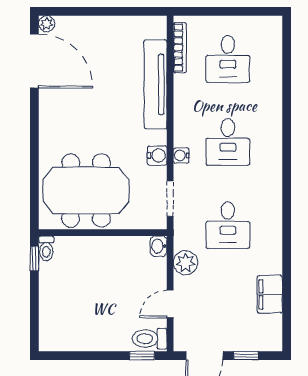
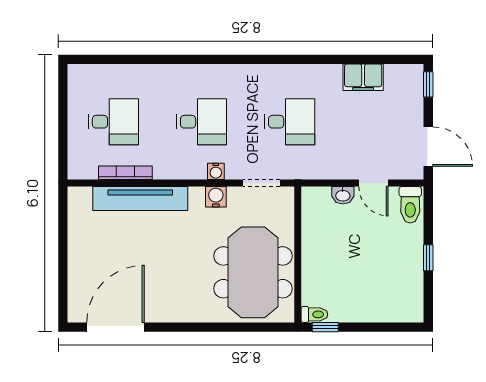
plant: (47, 24) -> (76, 314), removed
bookcase: (180, 48) -> (125, 173), moved
washbasin: (159, 246) -> (343, 195), moved
plant: (185, 263) -> (330, 167), removed
window: (142, 356) -> (428, 258), moved
window: (246, 356) -> (428, 84), moved

